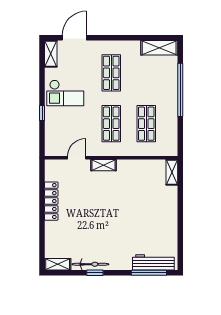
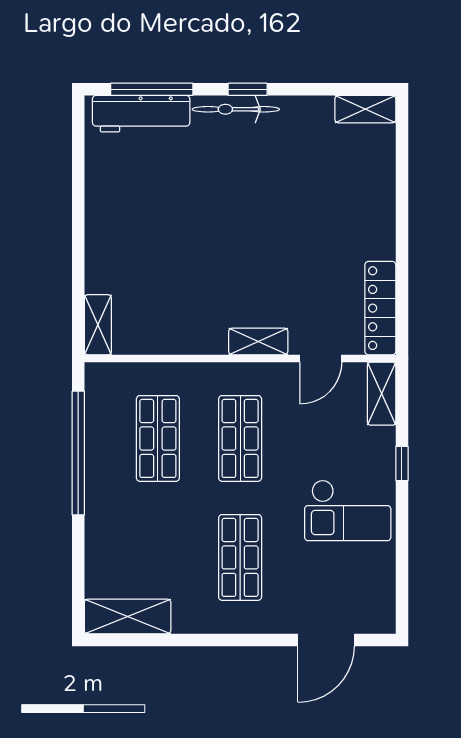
shelving: (51, 54) -> (382, 394), moved
window: (180, 90) -> (78, 453), moved
checkout: (65, 93) -> (348, 510), turned 180
locker: (51, 201) -> (380, 308), moved
bicycle: (90, 264) -> (236, 109), moved
window: (95, 273) -> (248, 89), moved

